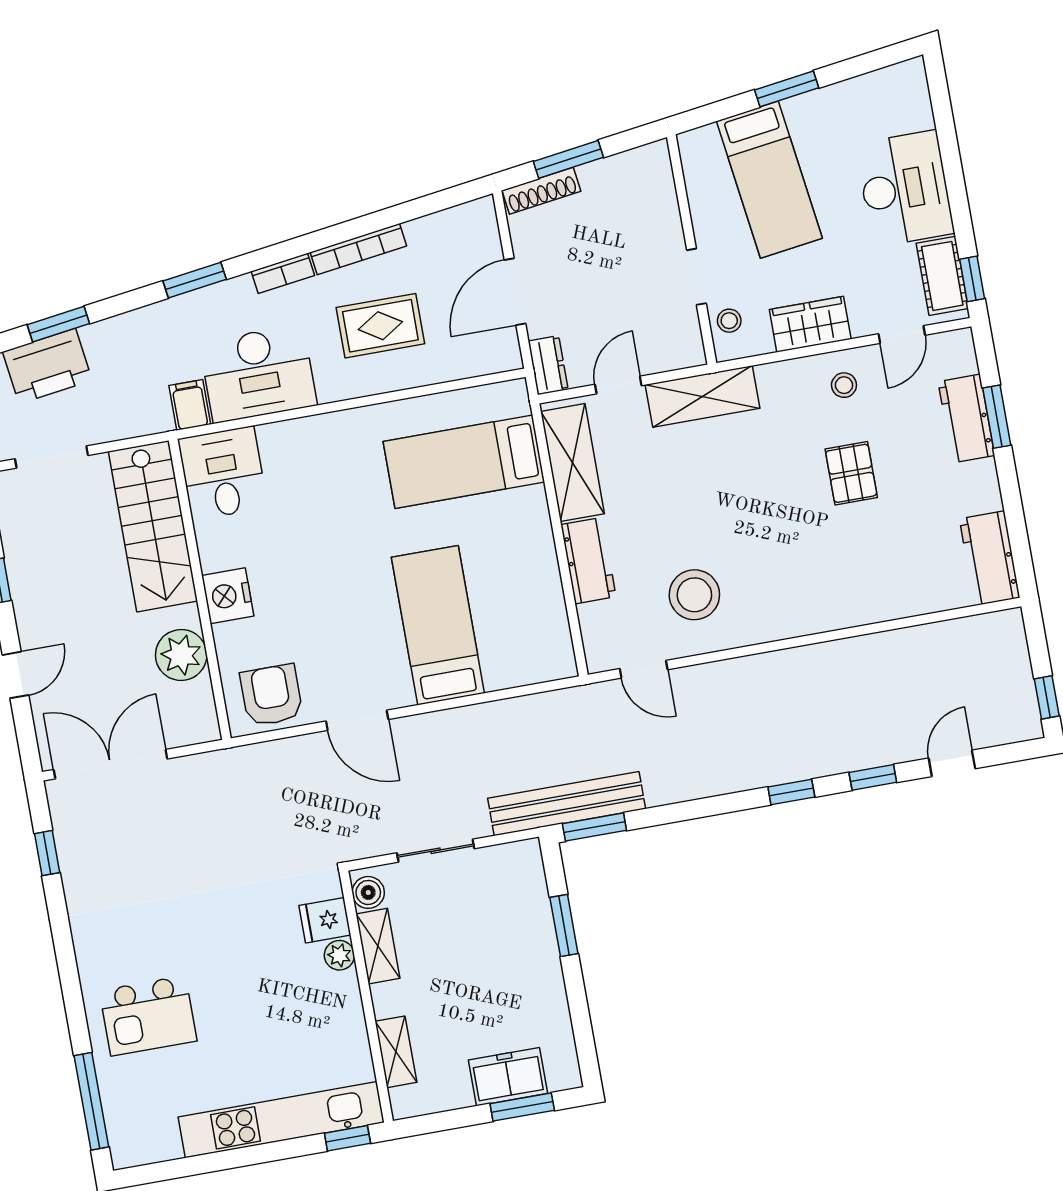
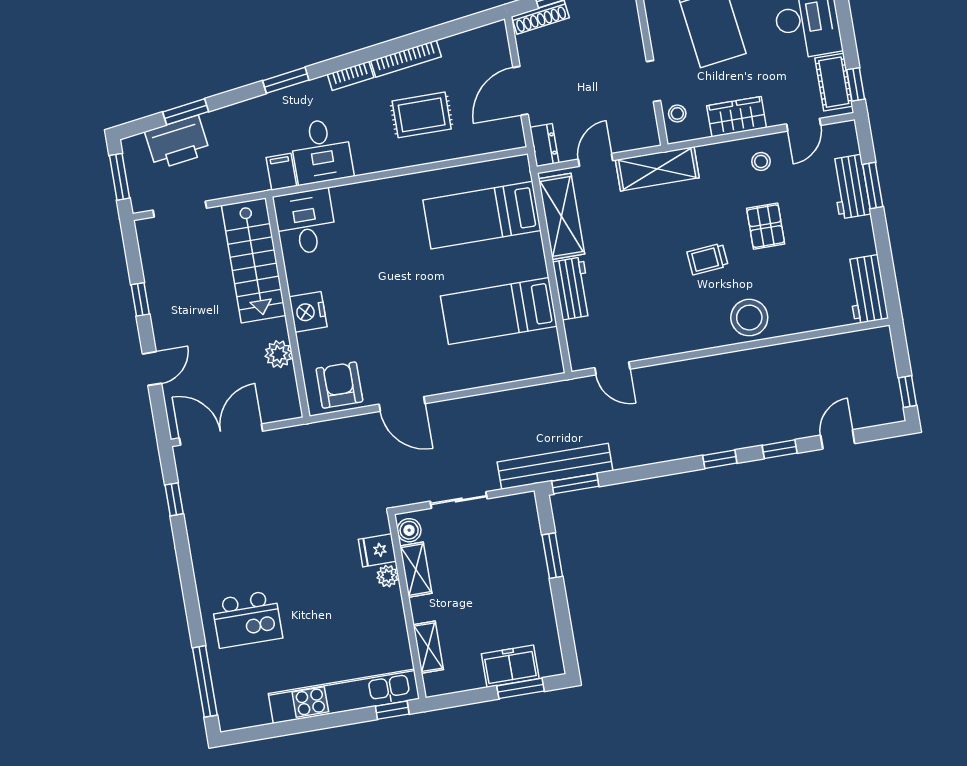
desk: (258, 374) -> (321, 151), width x0.73
trolley: (772, 519) -> (708, 259), added
stool: (694, 595) -> (749, 318), moved
bed: (438, 625) -> (499, 311), moved, turned -90
plant: (181, 655) -> (278, 354), width x0.73, depth x0.73

